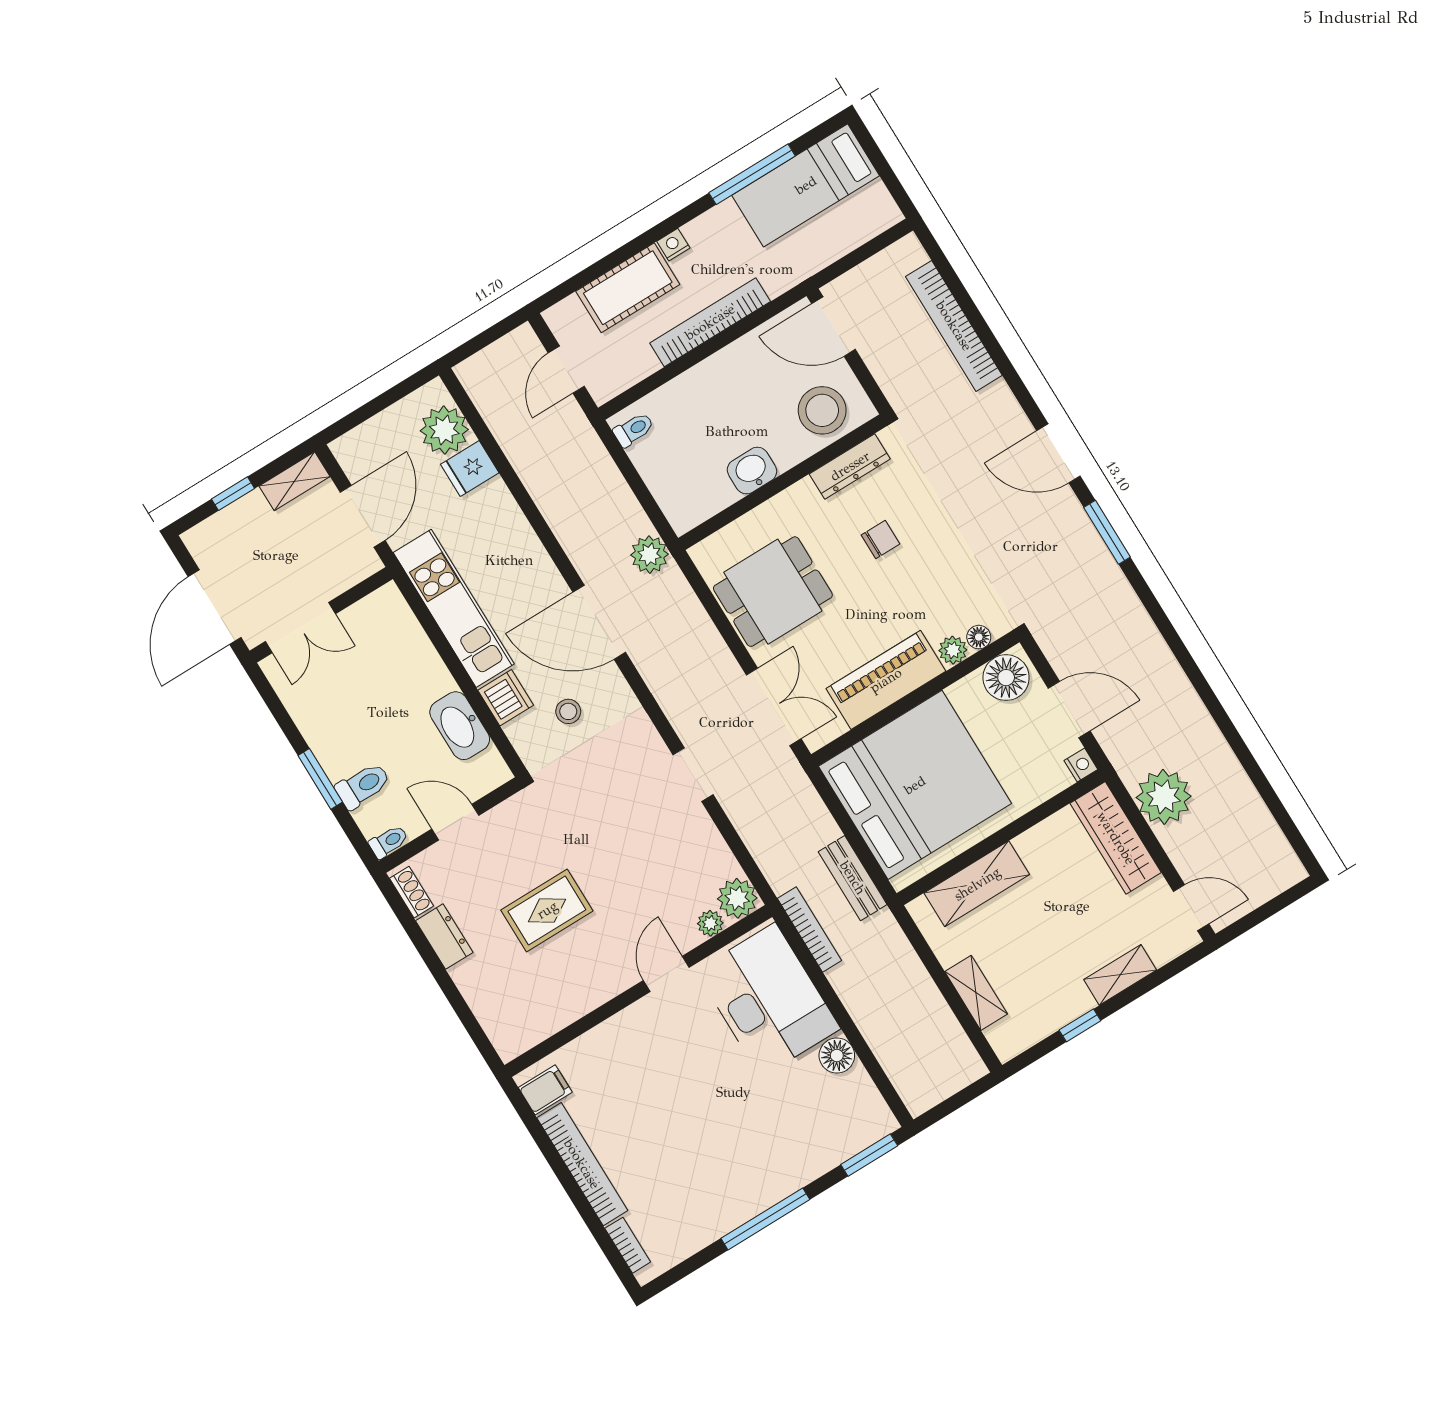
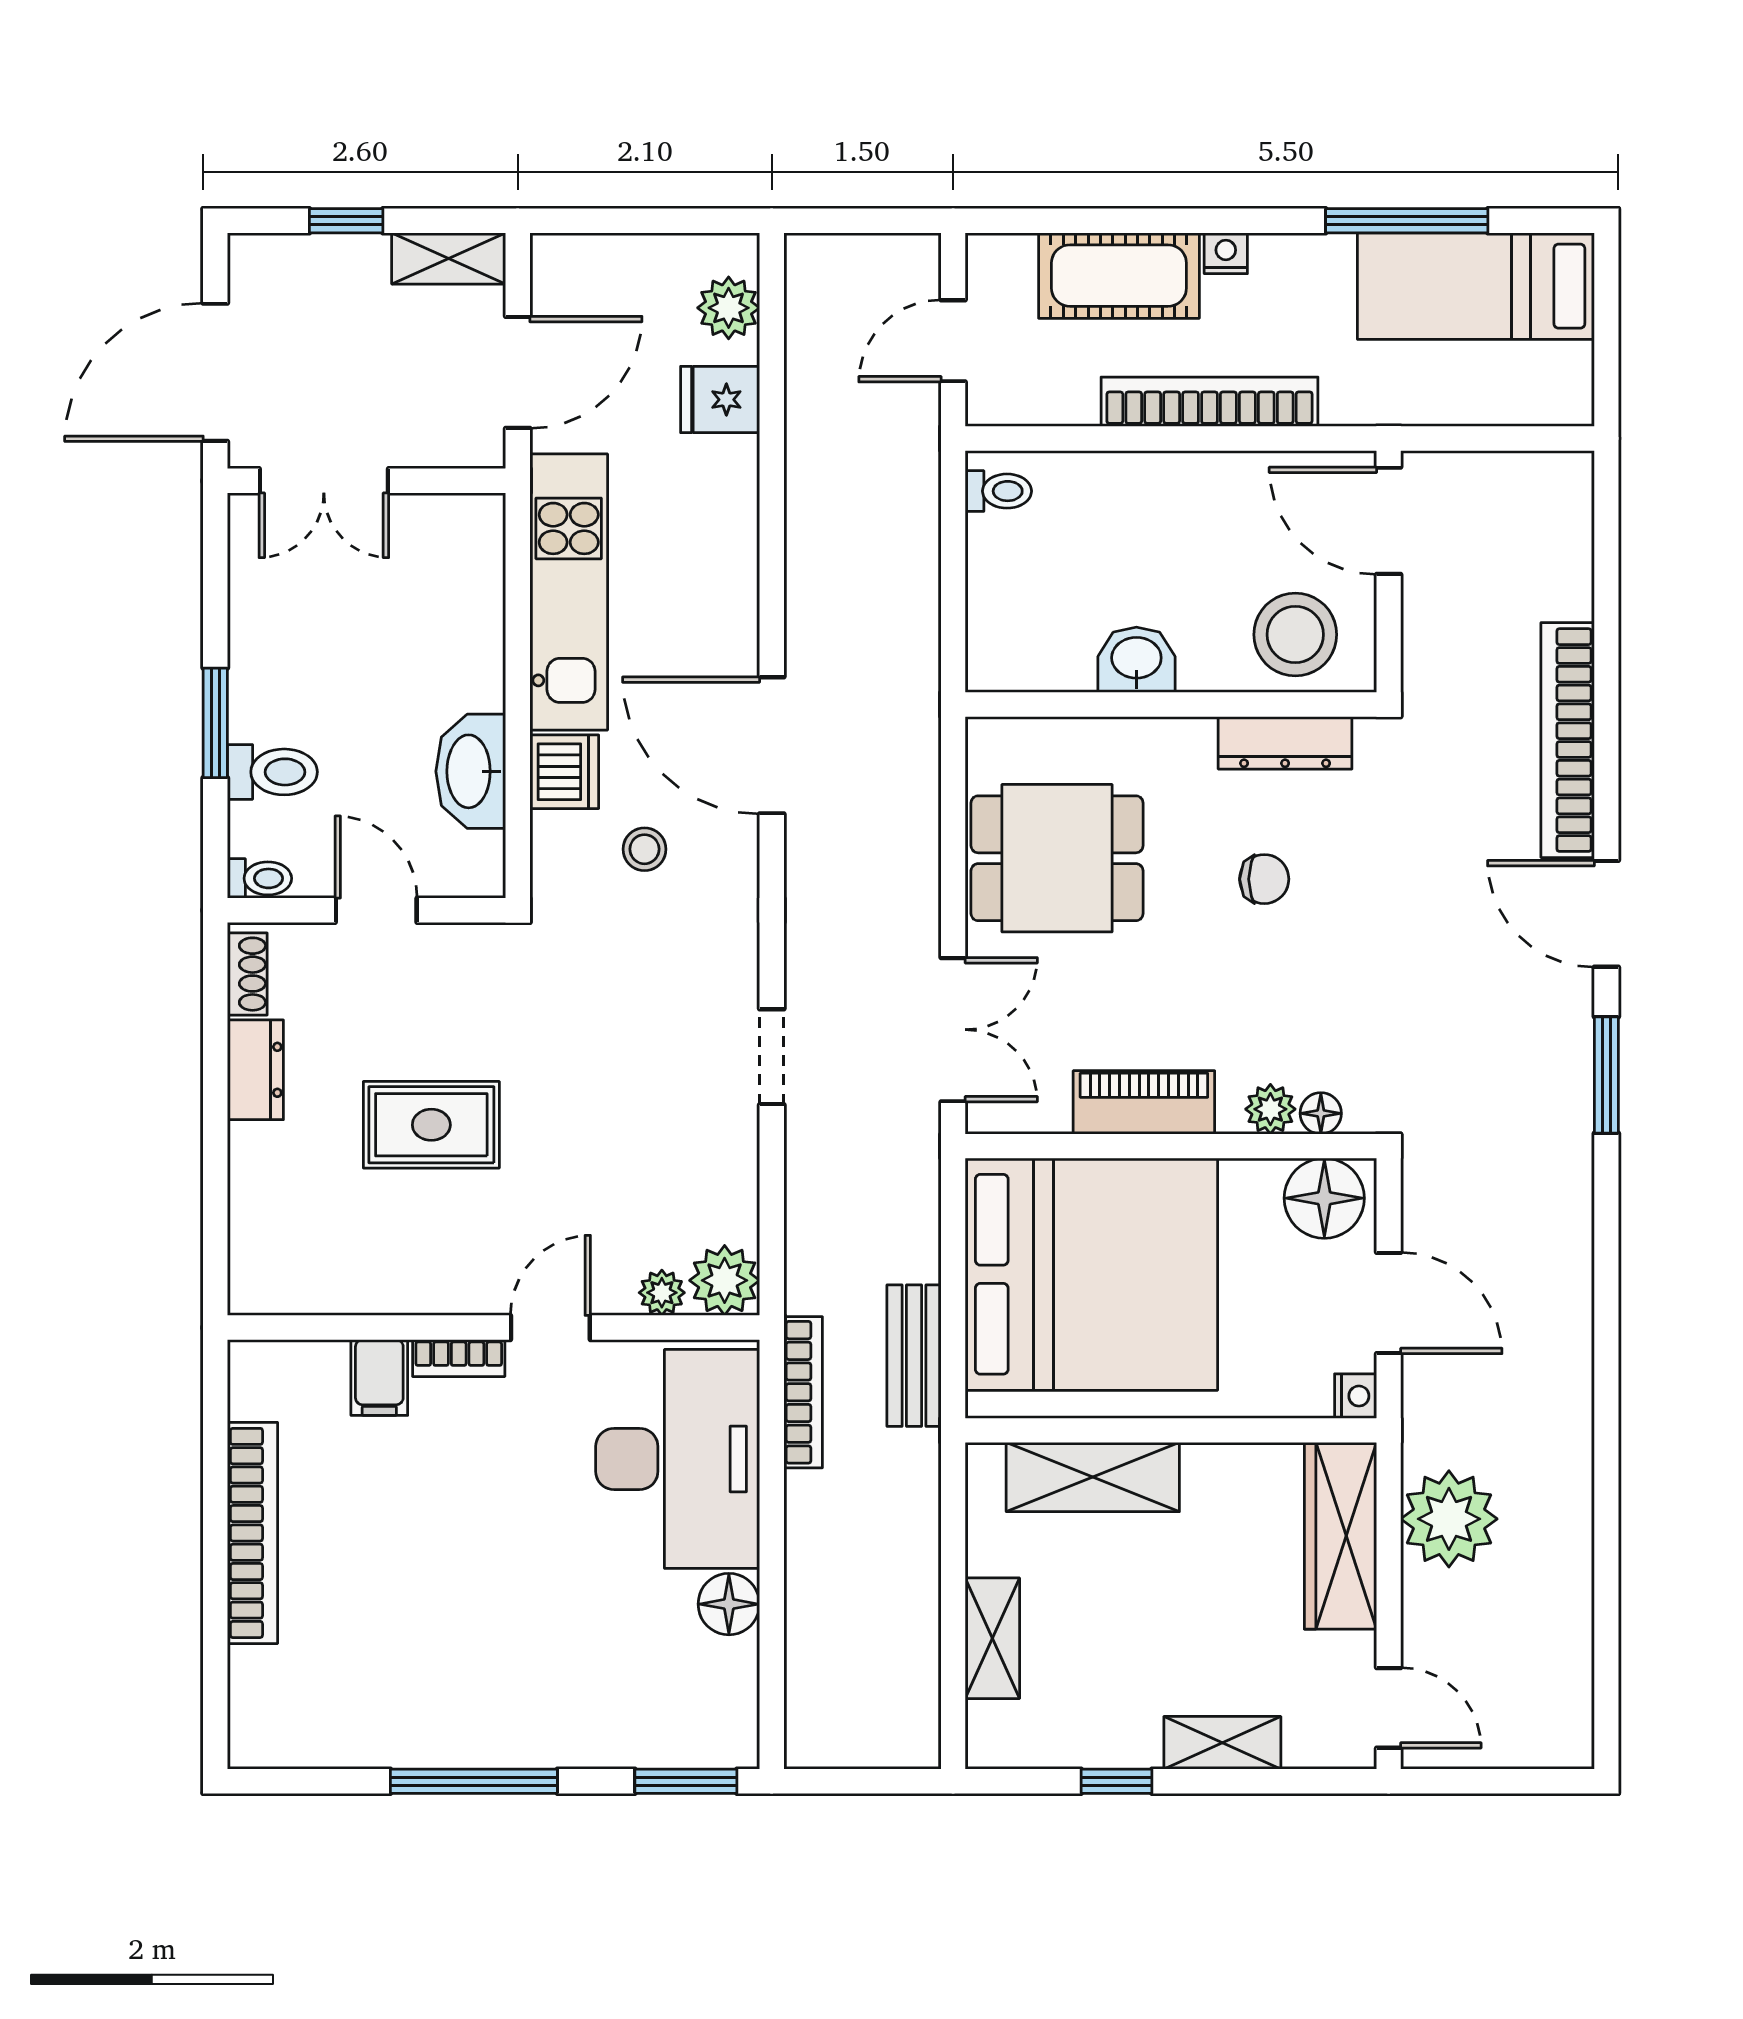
bookcase: (954, 326) -> (1568, 740), moved
plant: (444, 430) -> (729, 308), width x0.73, depth x0.73
plant: (649, 555) -> (908, 691), removed
piano: (886, 680) -> (1144, 1102), width x0.73, depth x0.75
filing cabinet: (545, 1090) -> (379, 1378), moved, turned 90
bookcase: (628, 1245) -> (459, 1358), moved, turned 90

